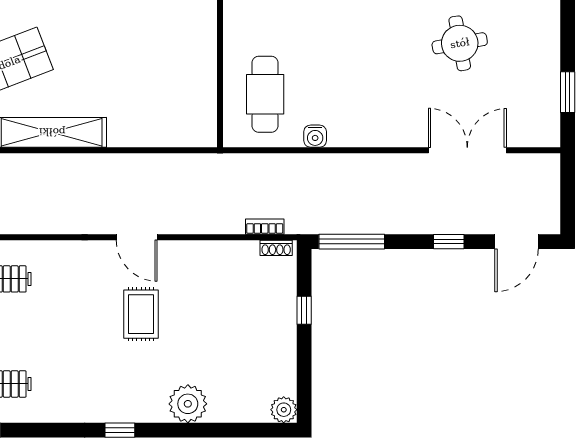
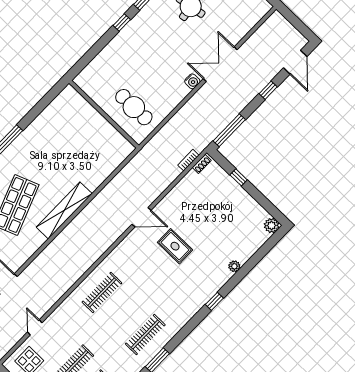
water cooler: (315, 136) -> (192, 81), moved
double door: (467, 150) -> (220, 64), moved
plant: (188, 404) -> (234, 266), width x0.53, depth x0.53

